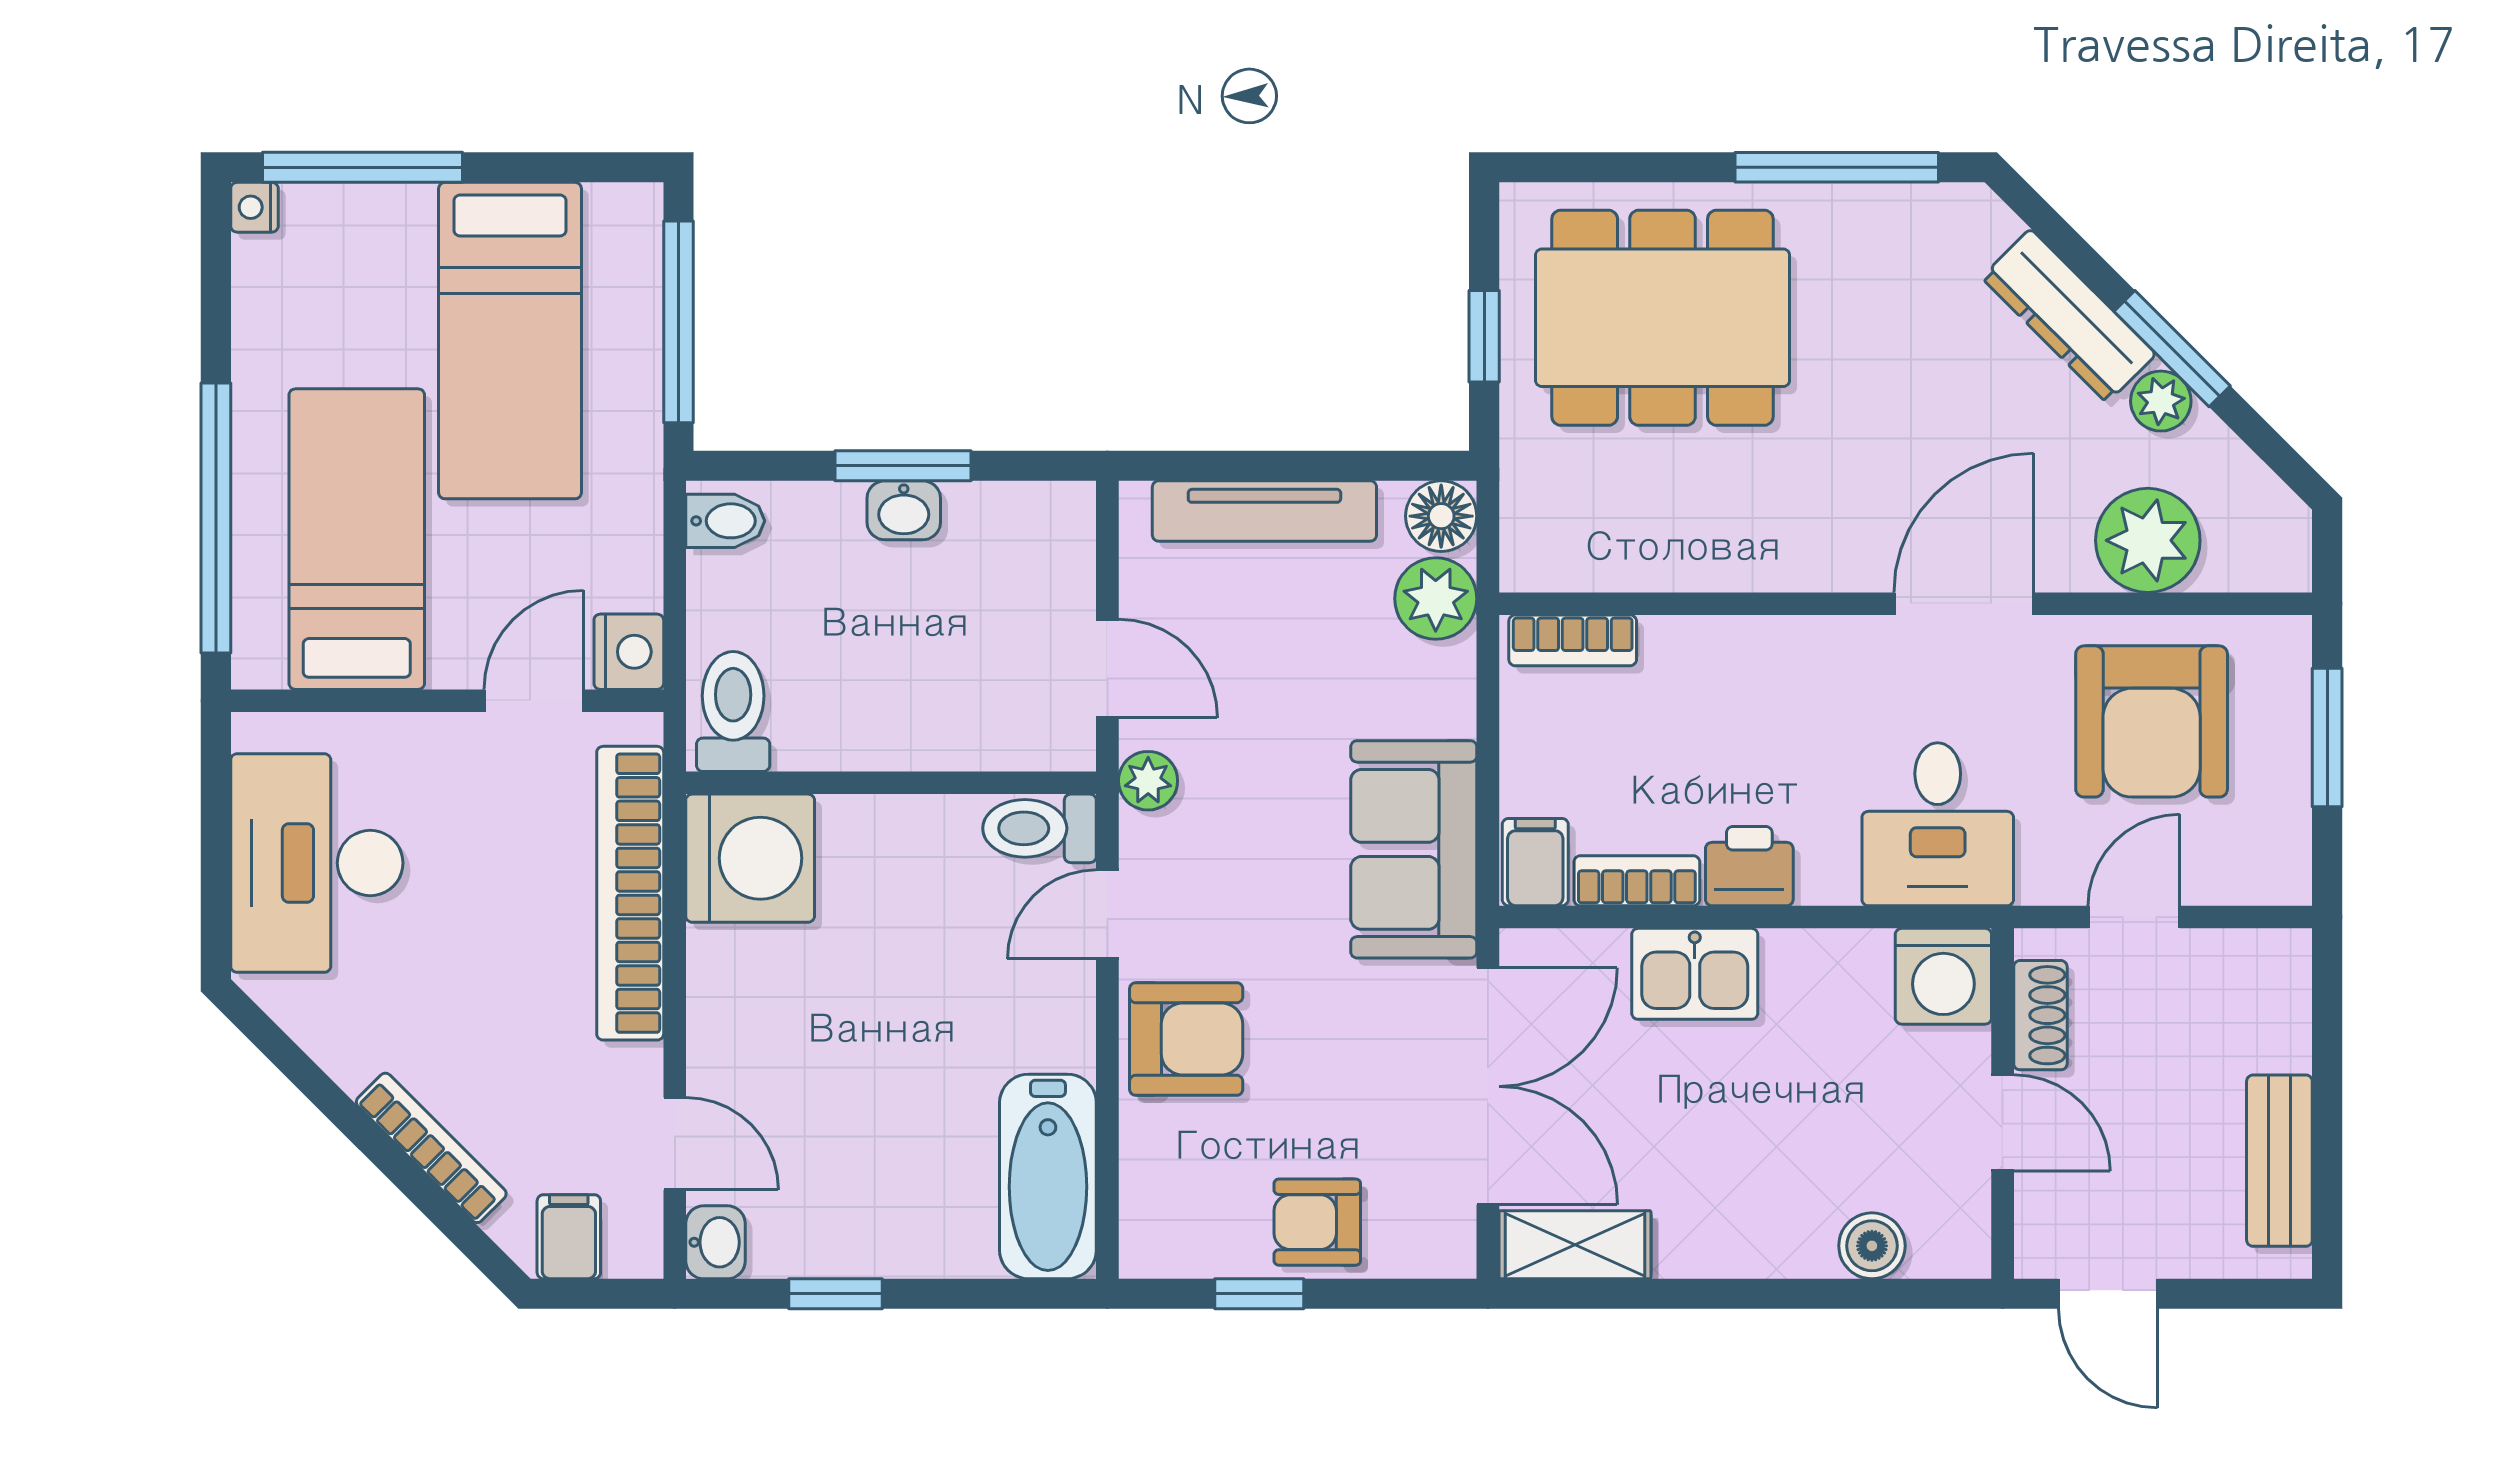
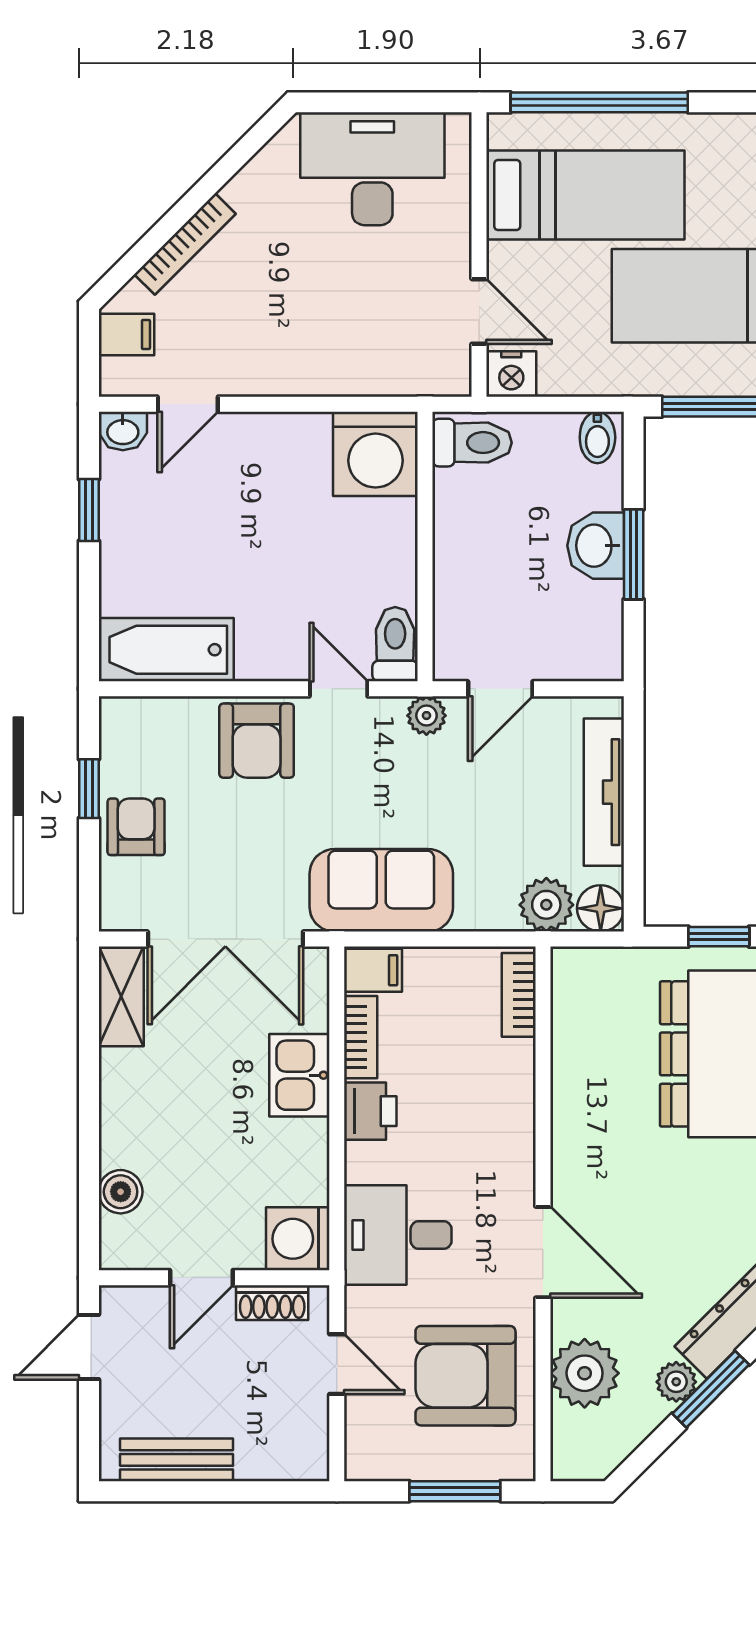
washbasin: (904, 510) -> (596, 546), width x1.38, depth x1.45
bookcase: (630, 893) -> (352, 375), removed

